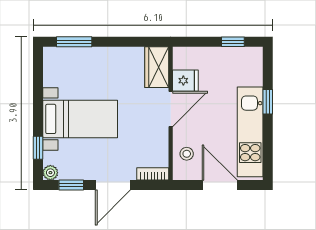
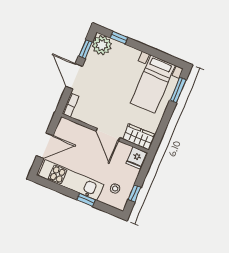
fridge: (185, 81) -> (136, 158), moved
bed with nightstands: (80, 119) -> (153, 84), moved
stool: (187, 154) -> (115, 189), moved
plant: (50, 173) -> (102, 45), width x1.88, depth x1.88

